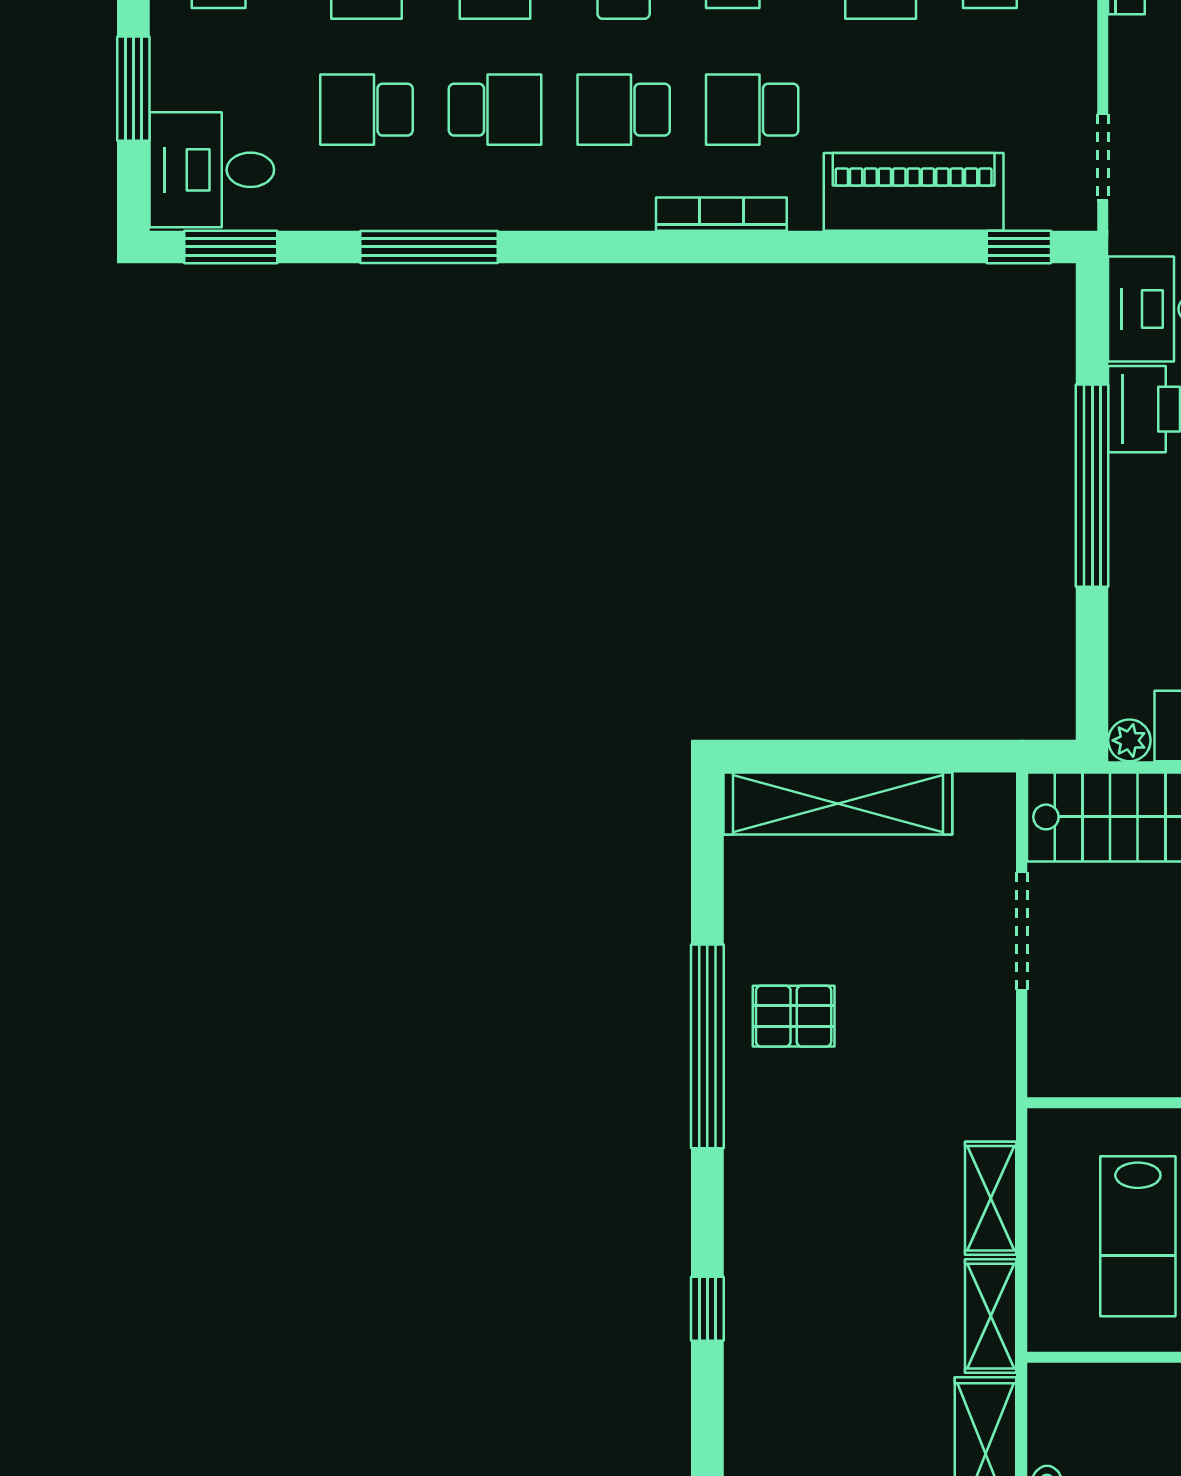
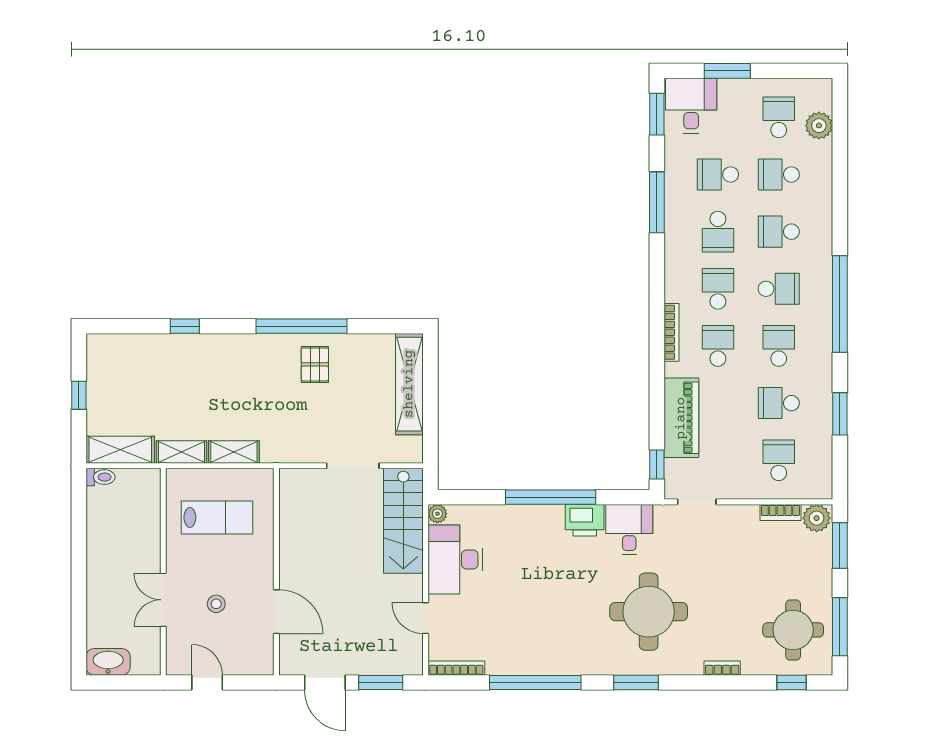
school desk: (366, 110) -> (718, 174), turned -90
lab bench: (1138, 1236) -> (217, 517), turned 180

